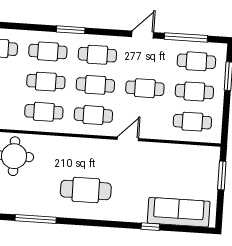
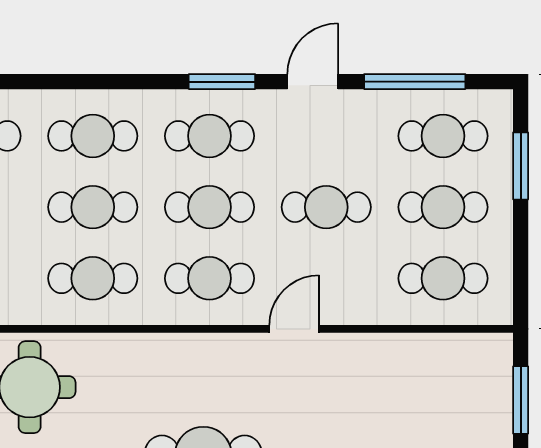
window: (71, 30) -> (222, 82), moved

